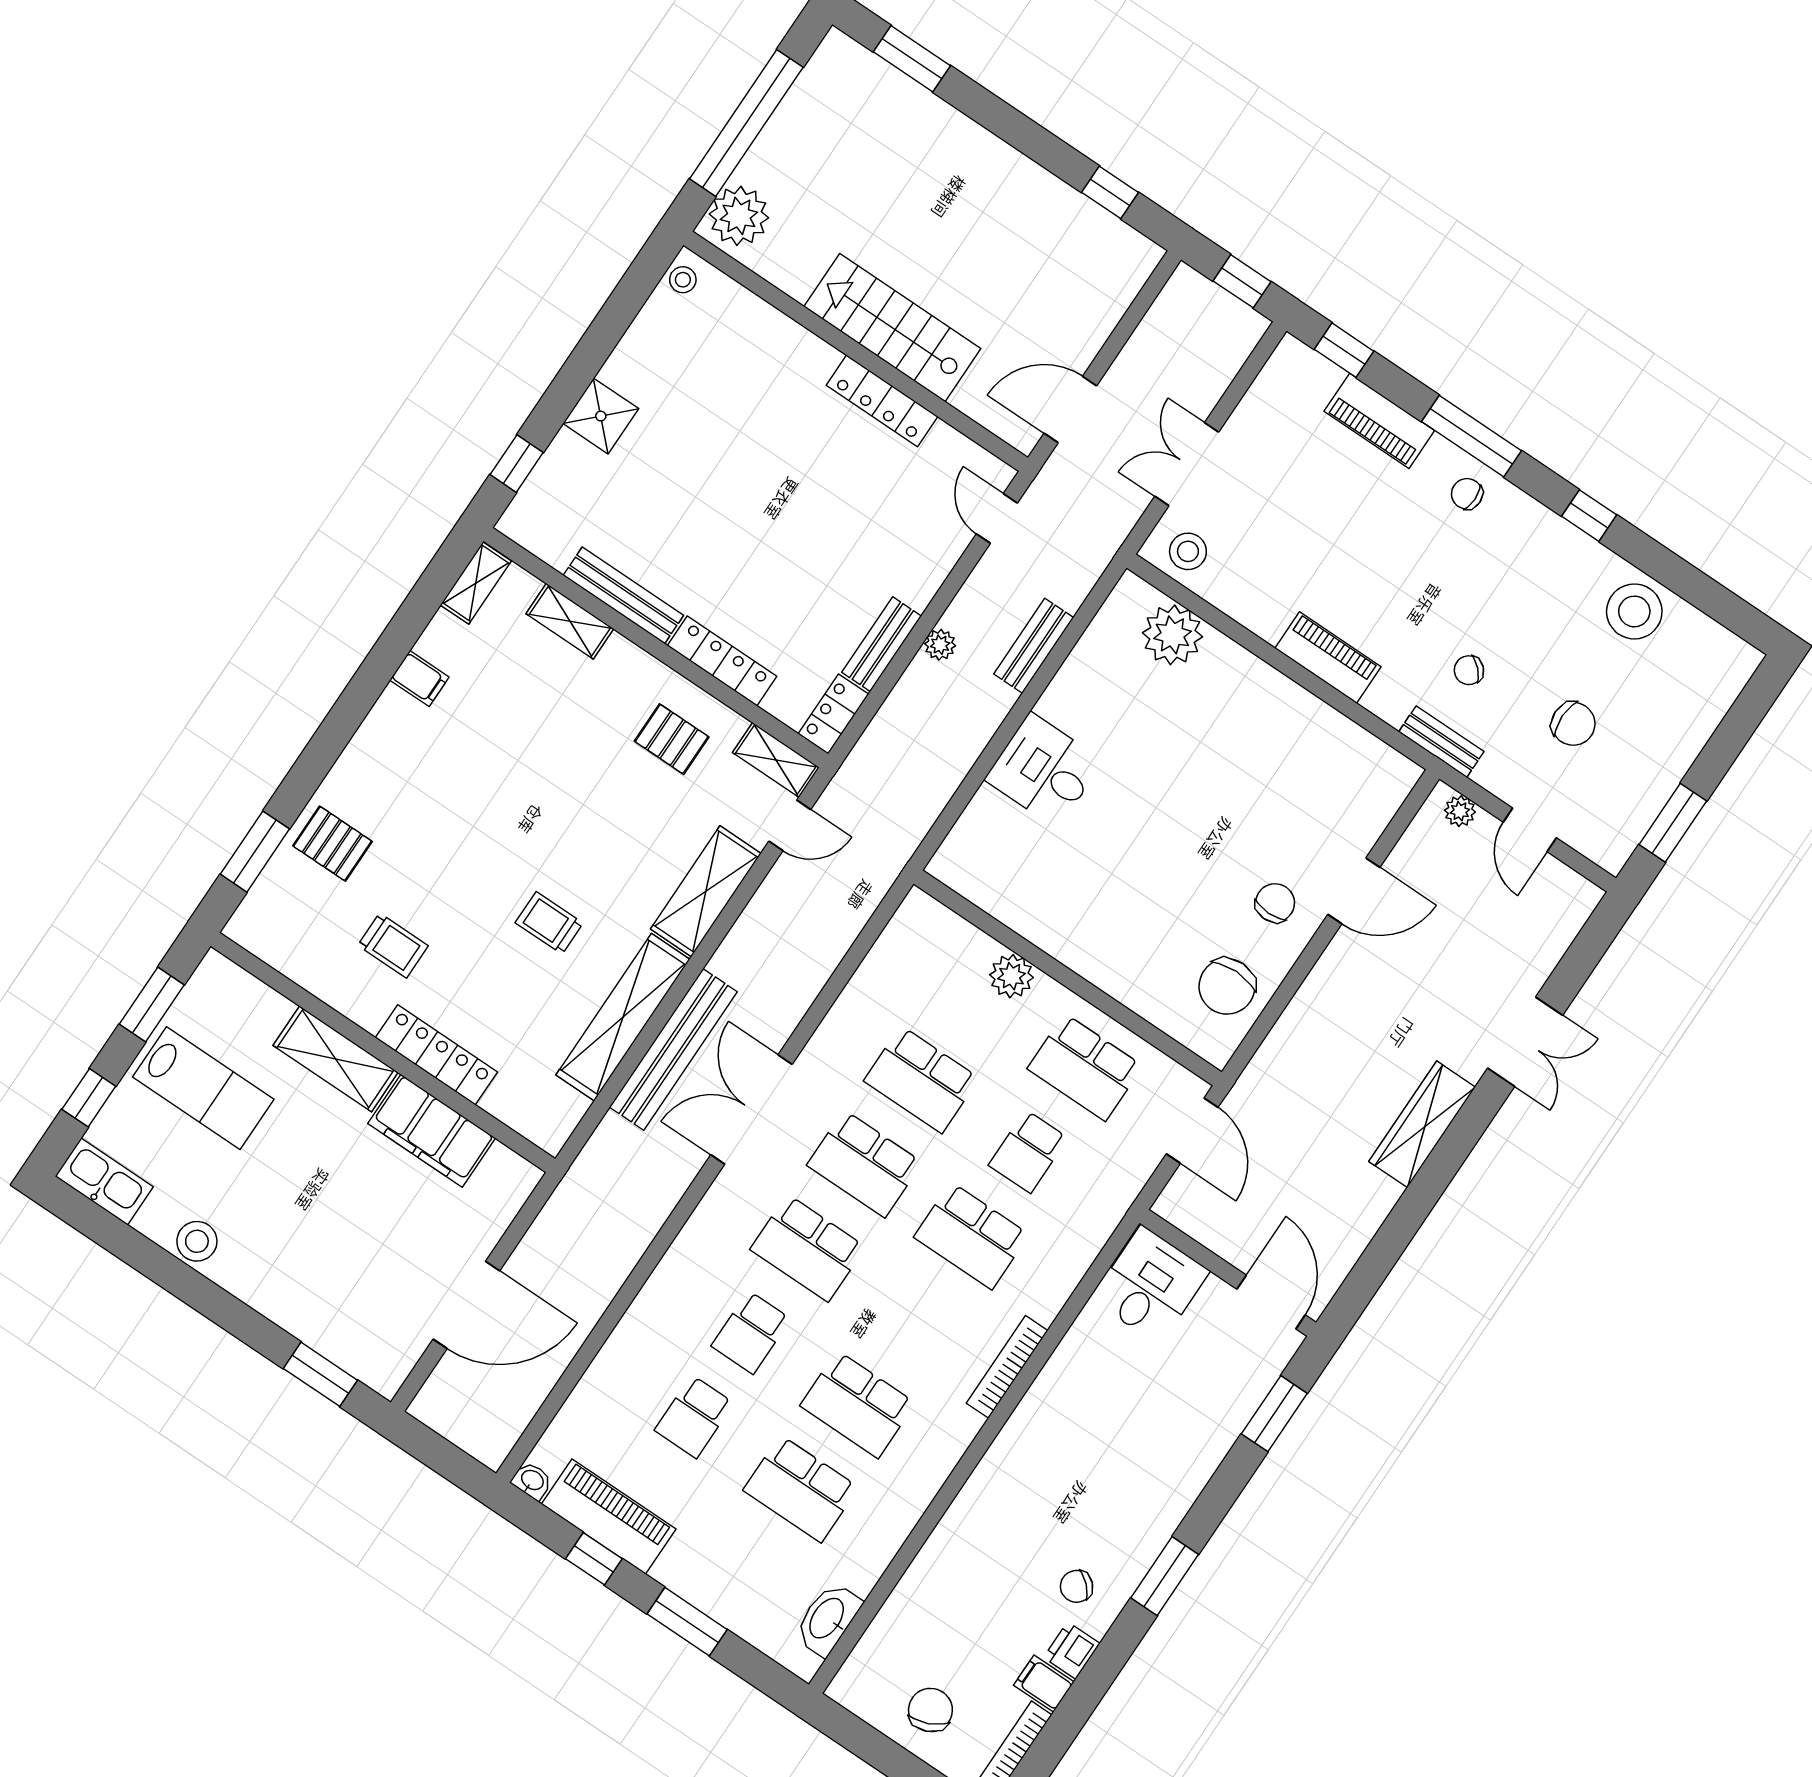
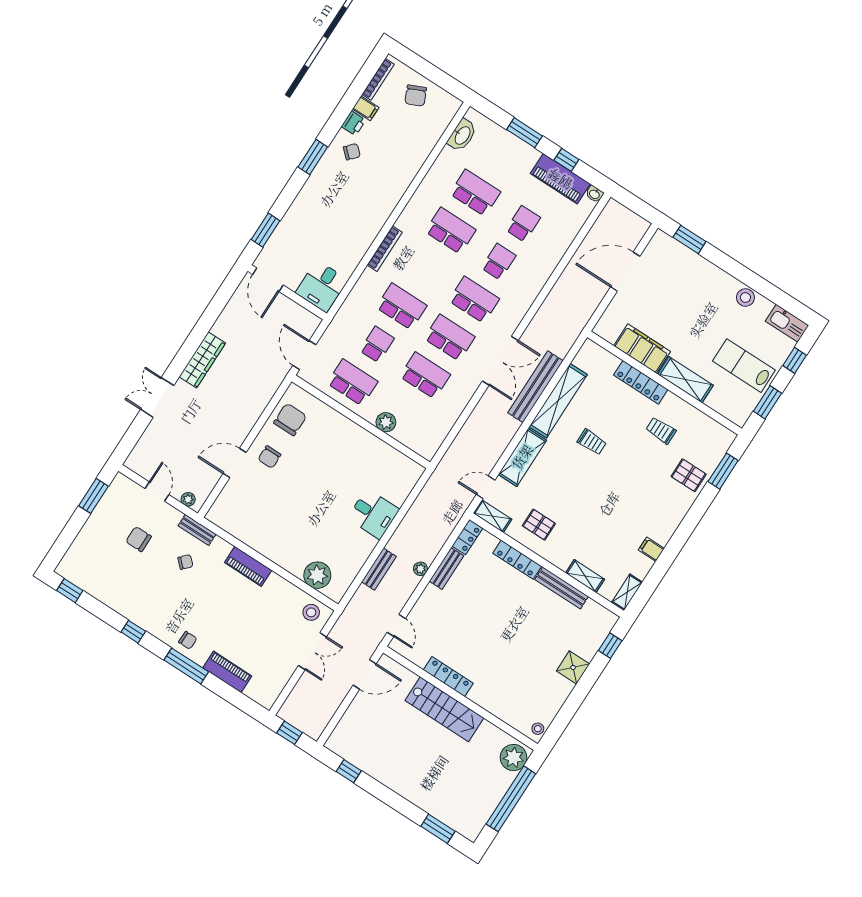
window: (1344, 350) -> (70, 591), moved
stool: (1634, 611) -> (112, 589), removed

